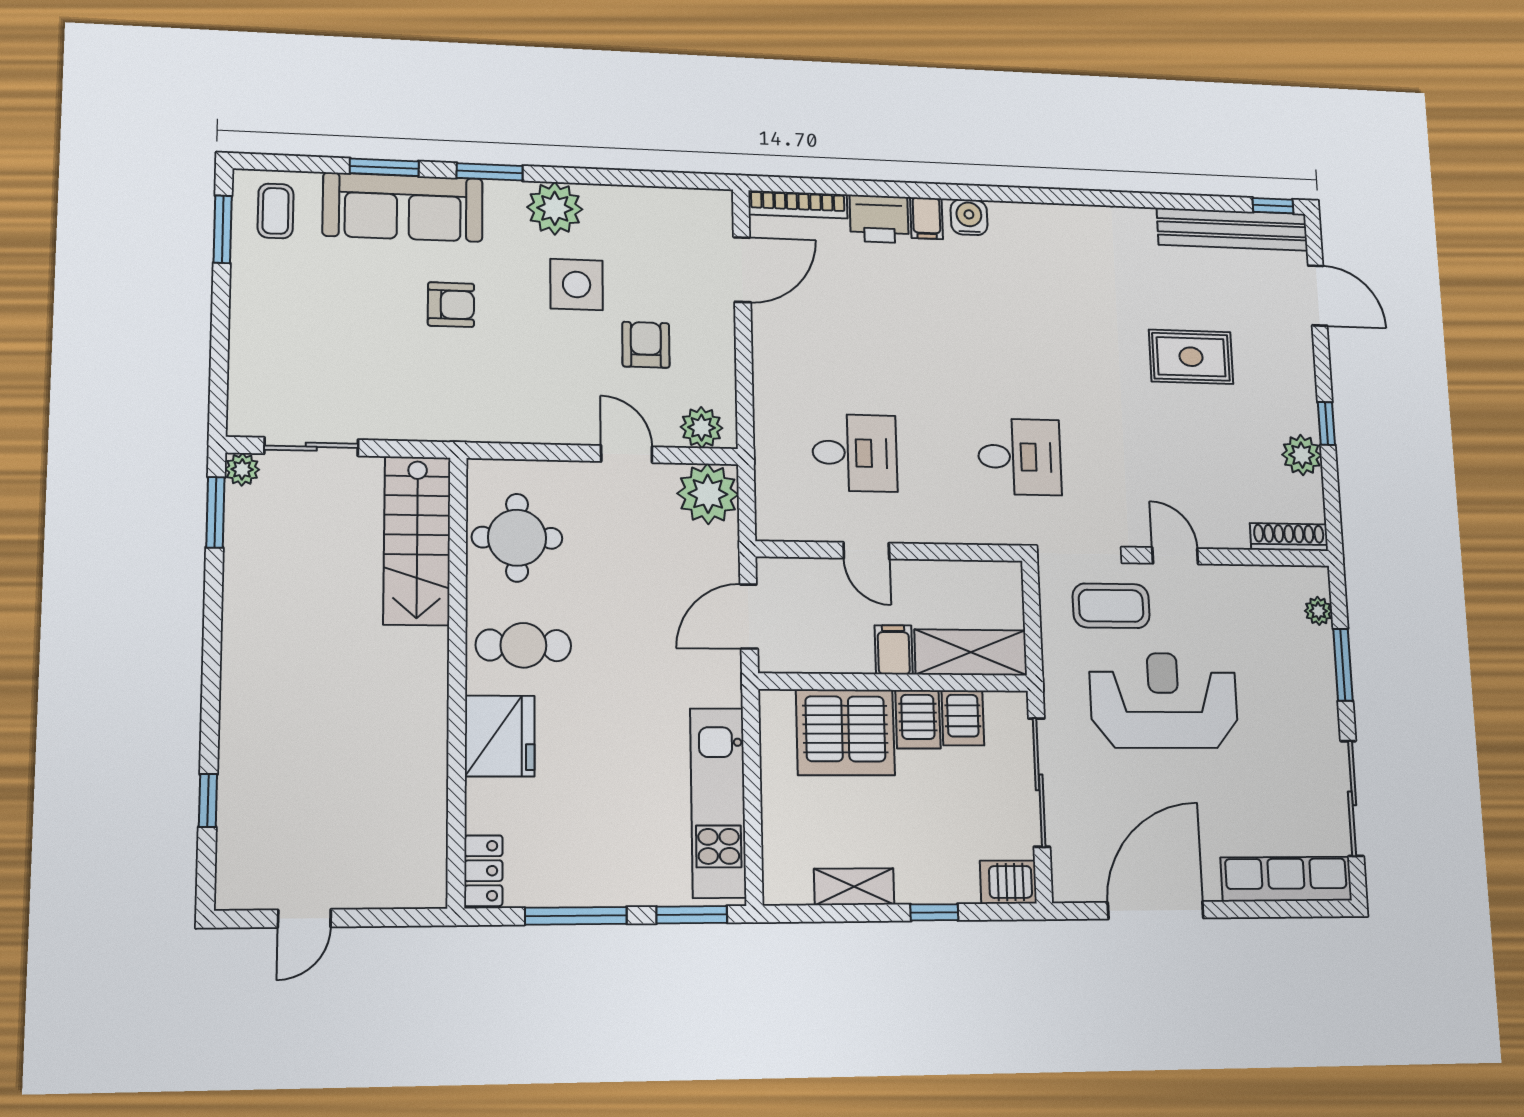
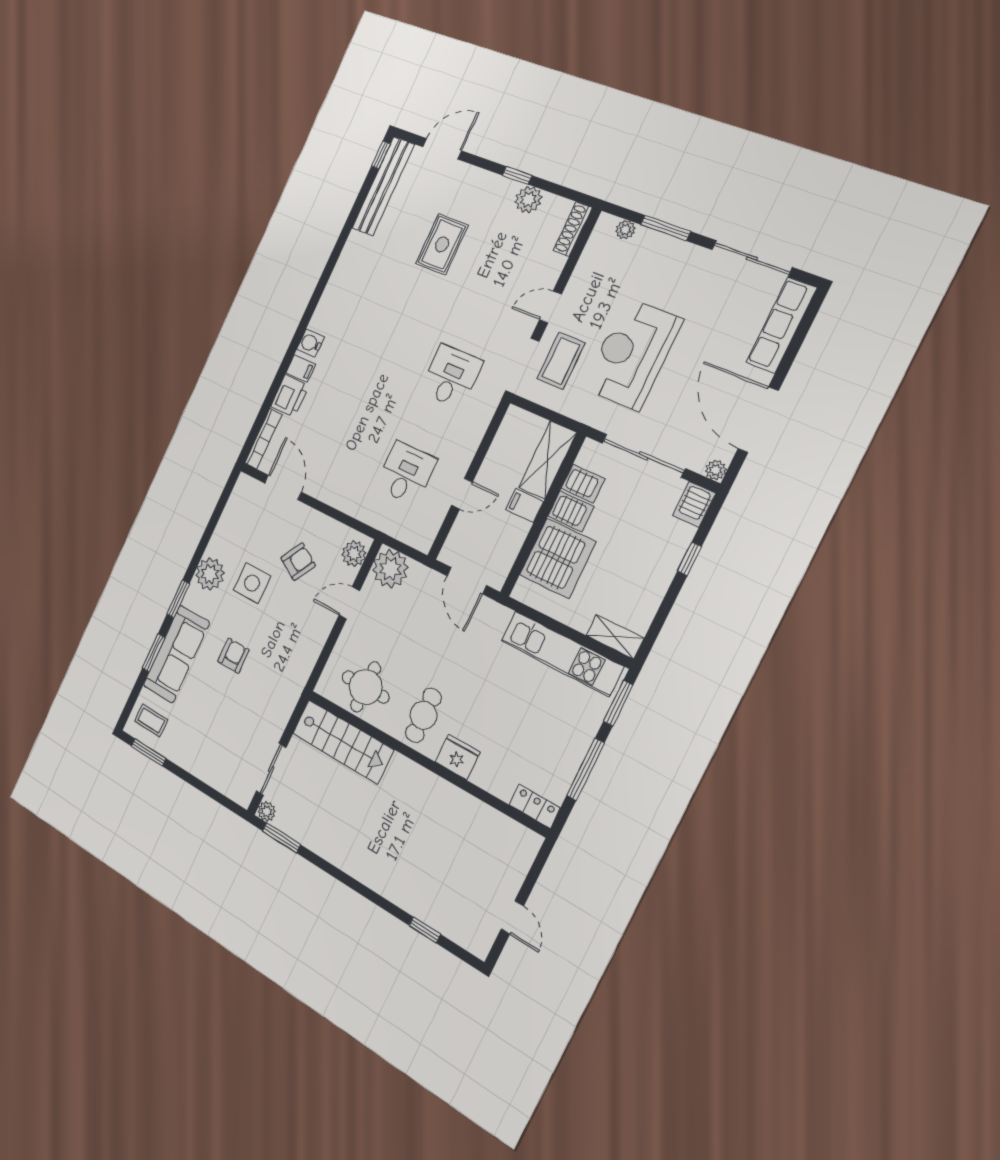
armchair: (646, 345) -> (298, 562), turned 121
fridge: (500, 736) -> (458, 757), width x0.73, depth x0.75
shelving: (854, 887) -> (615, 637), moved, turned 90
plant: (1066, 888) -> (716, 470), added

